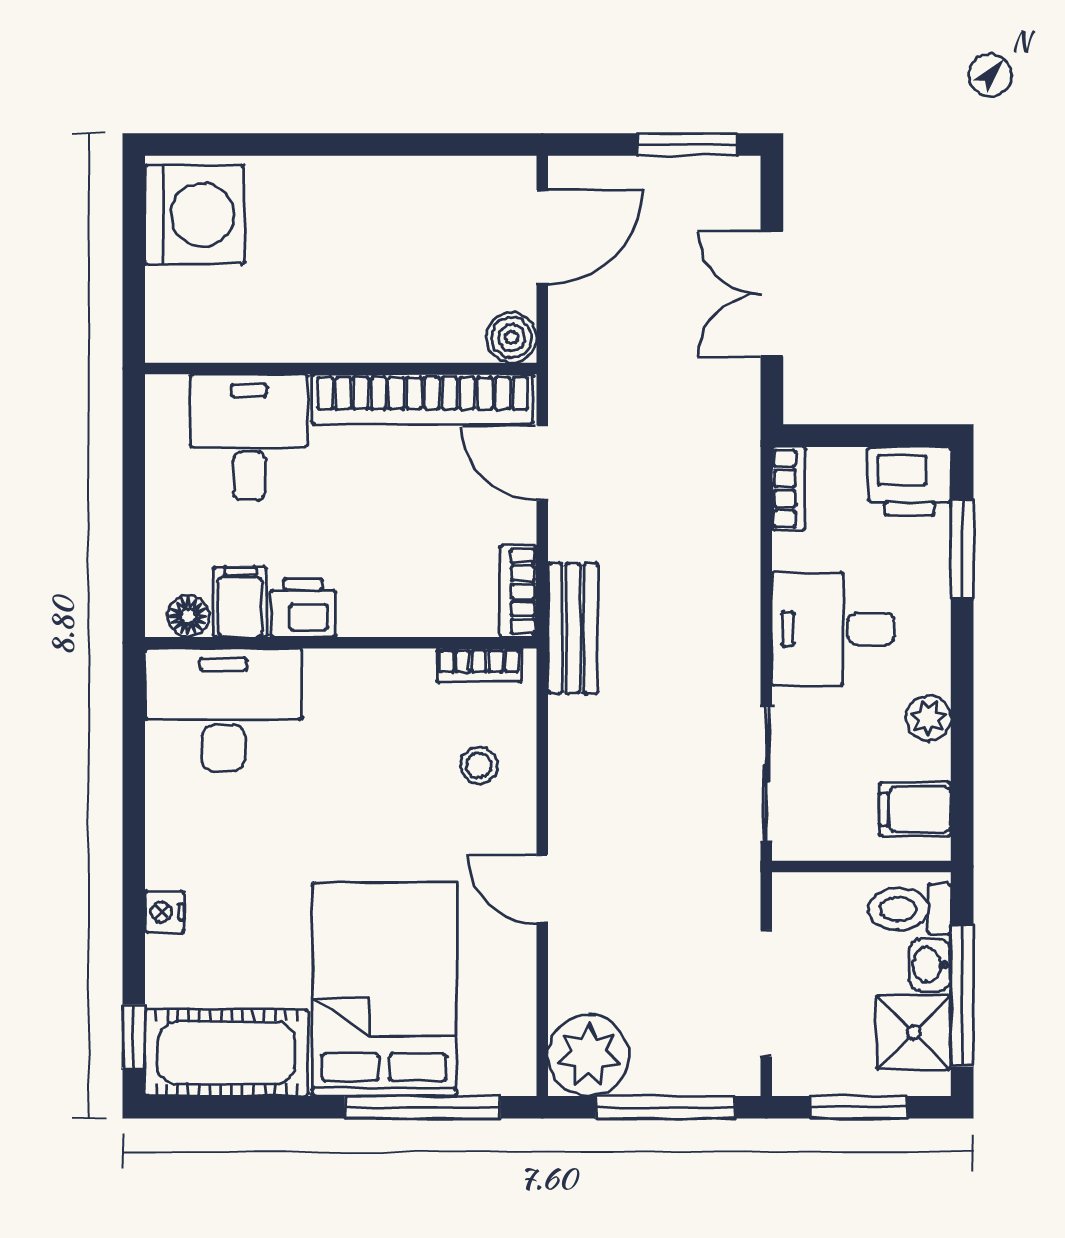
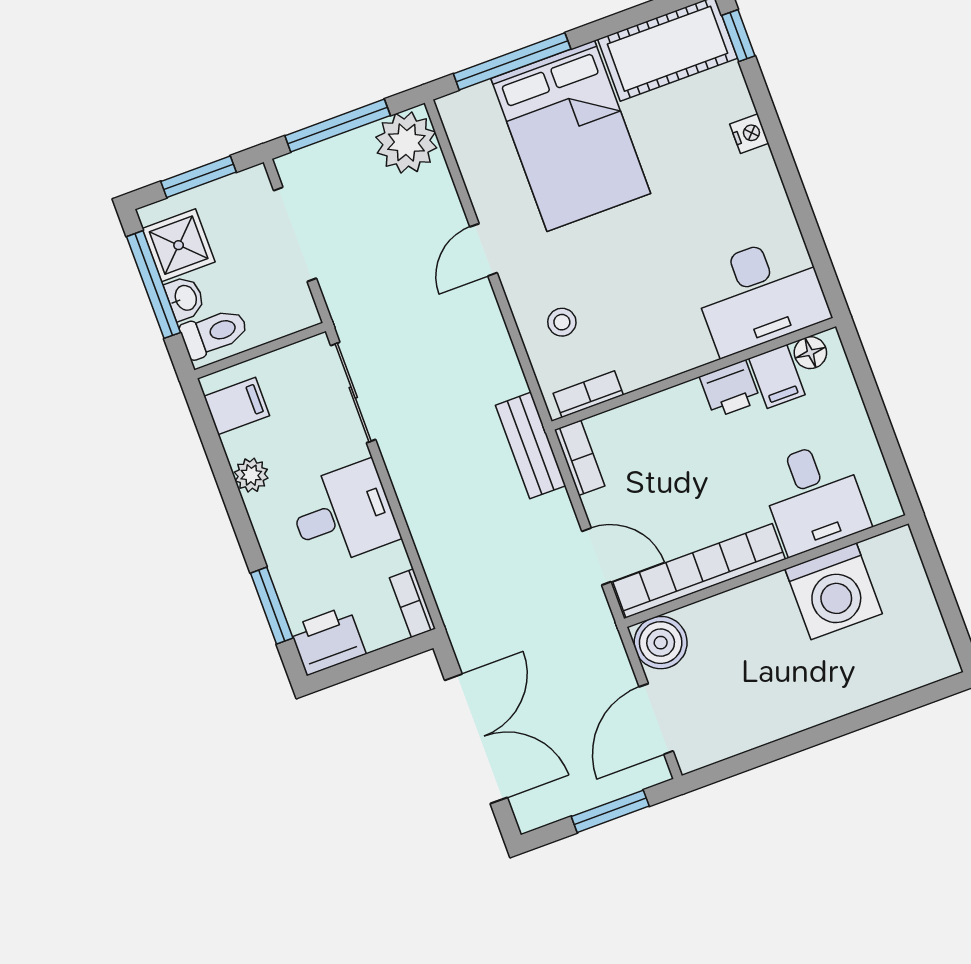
window: (687, 145) -> (610, 811), moved
washing machine: (194, 215) -> (834, 591), moved, turned -90
double door: (772, 294) -> (476, 739), width x1.37
boiler: (512, 338) -> (661, 643), width x1.36, depth x1.36
door: (542, 889) -> (484, 250), swing flipped

